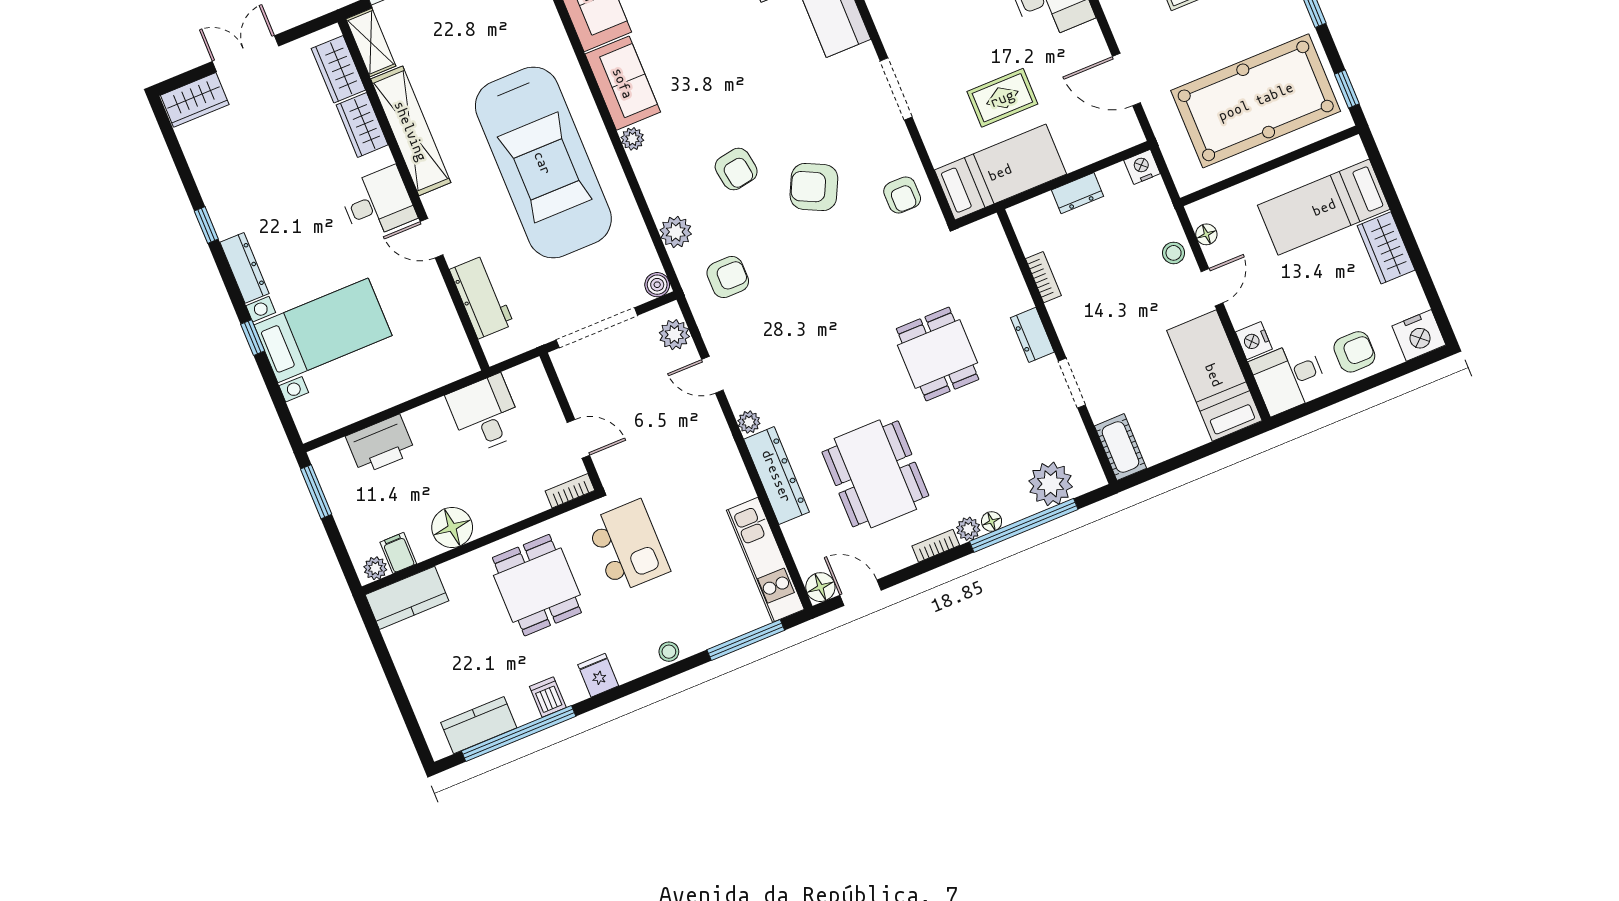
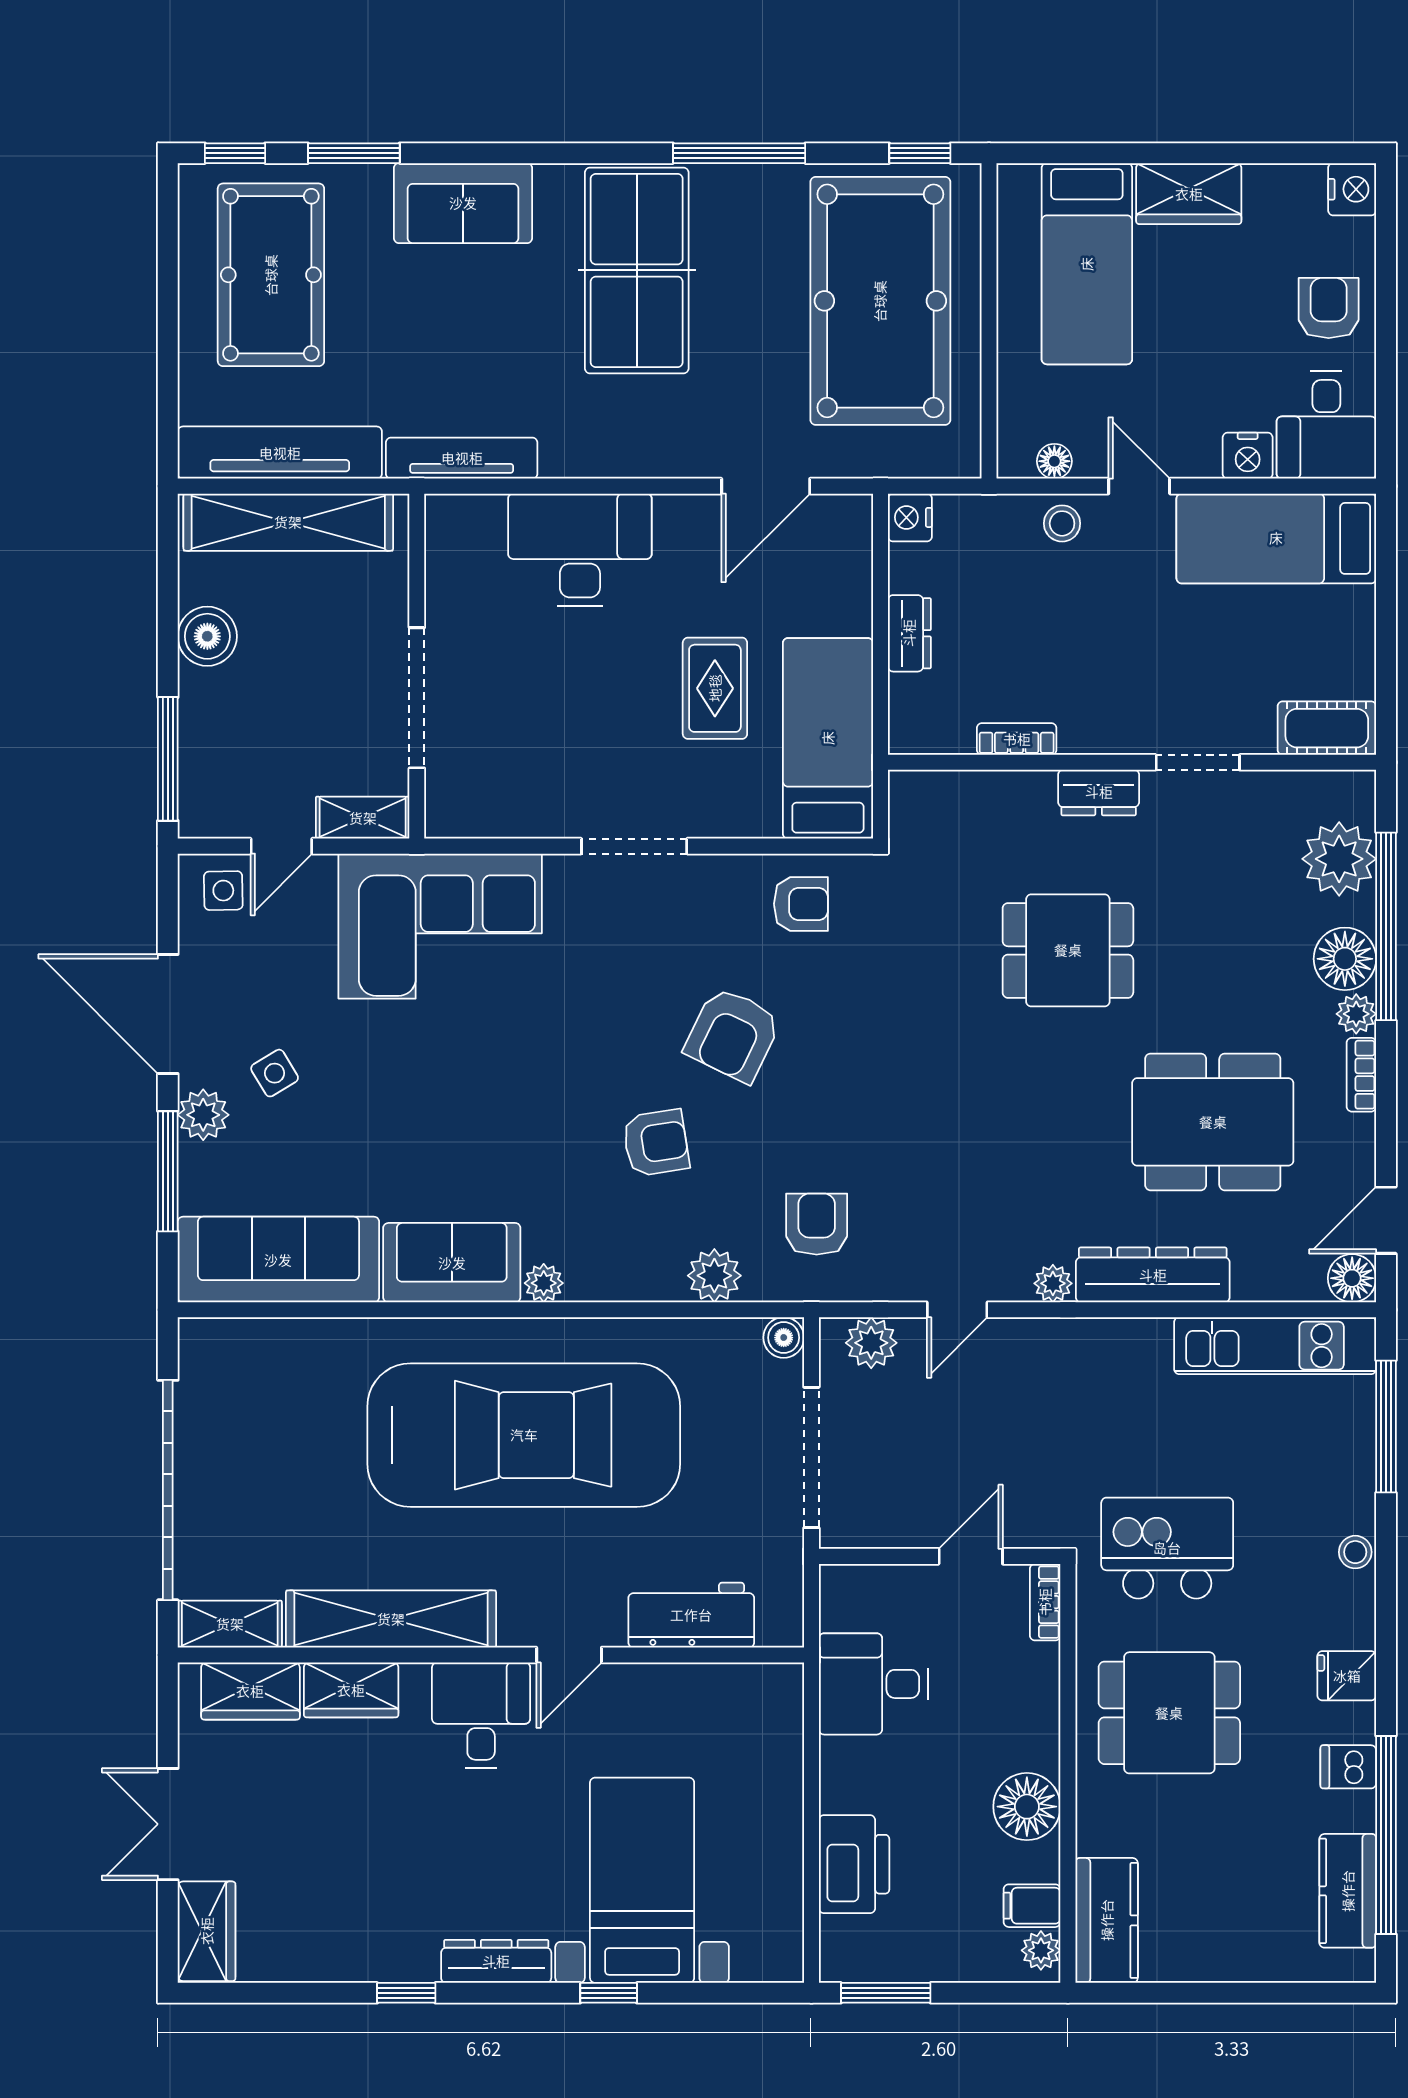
nightstand: (1419, 335) -> (1352, 189), width x0.74, depth x0.75
floor lamp: (992, 521) -> (1345, 959), width x1.89, depth x1.89

